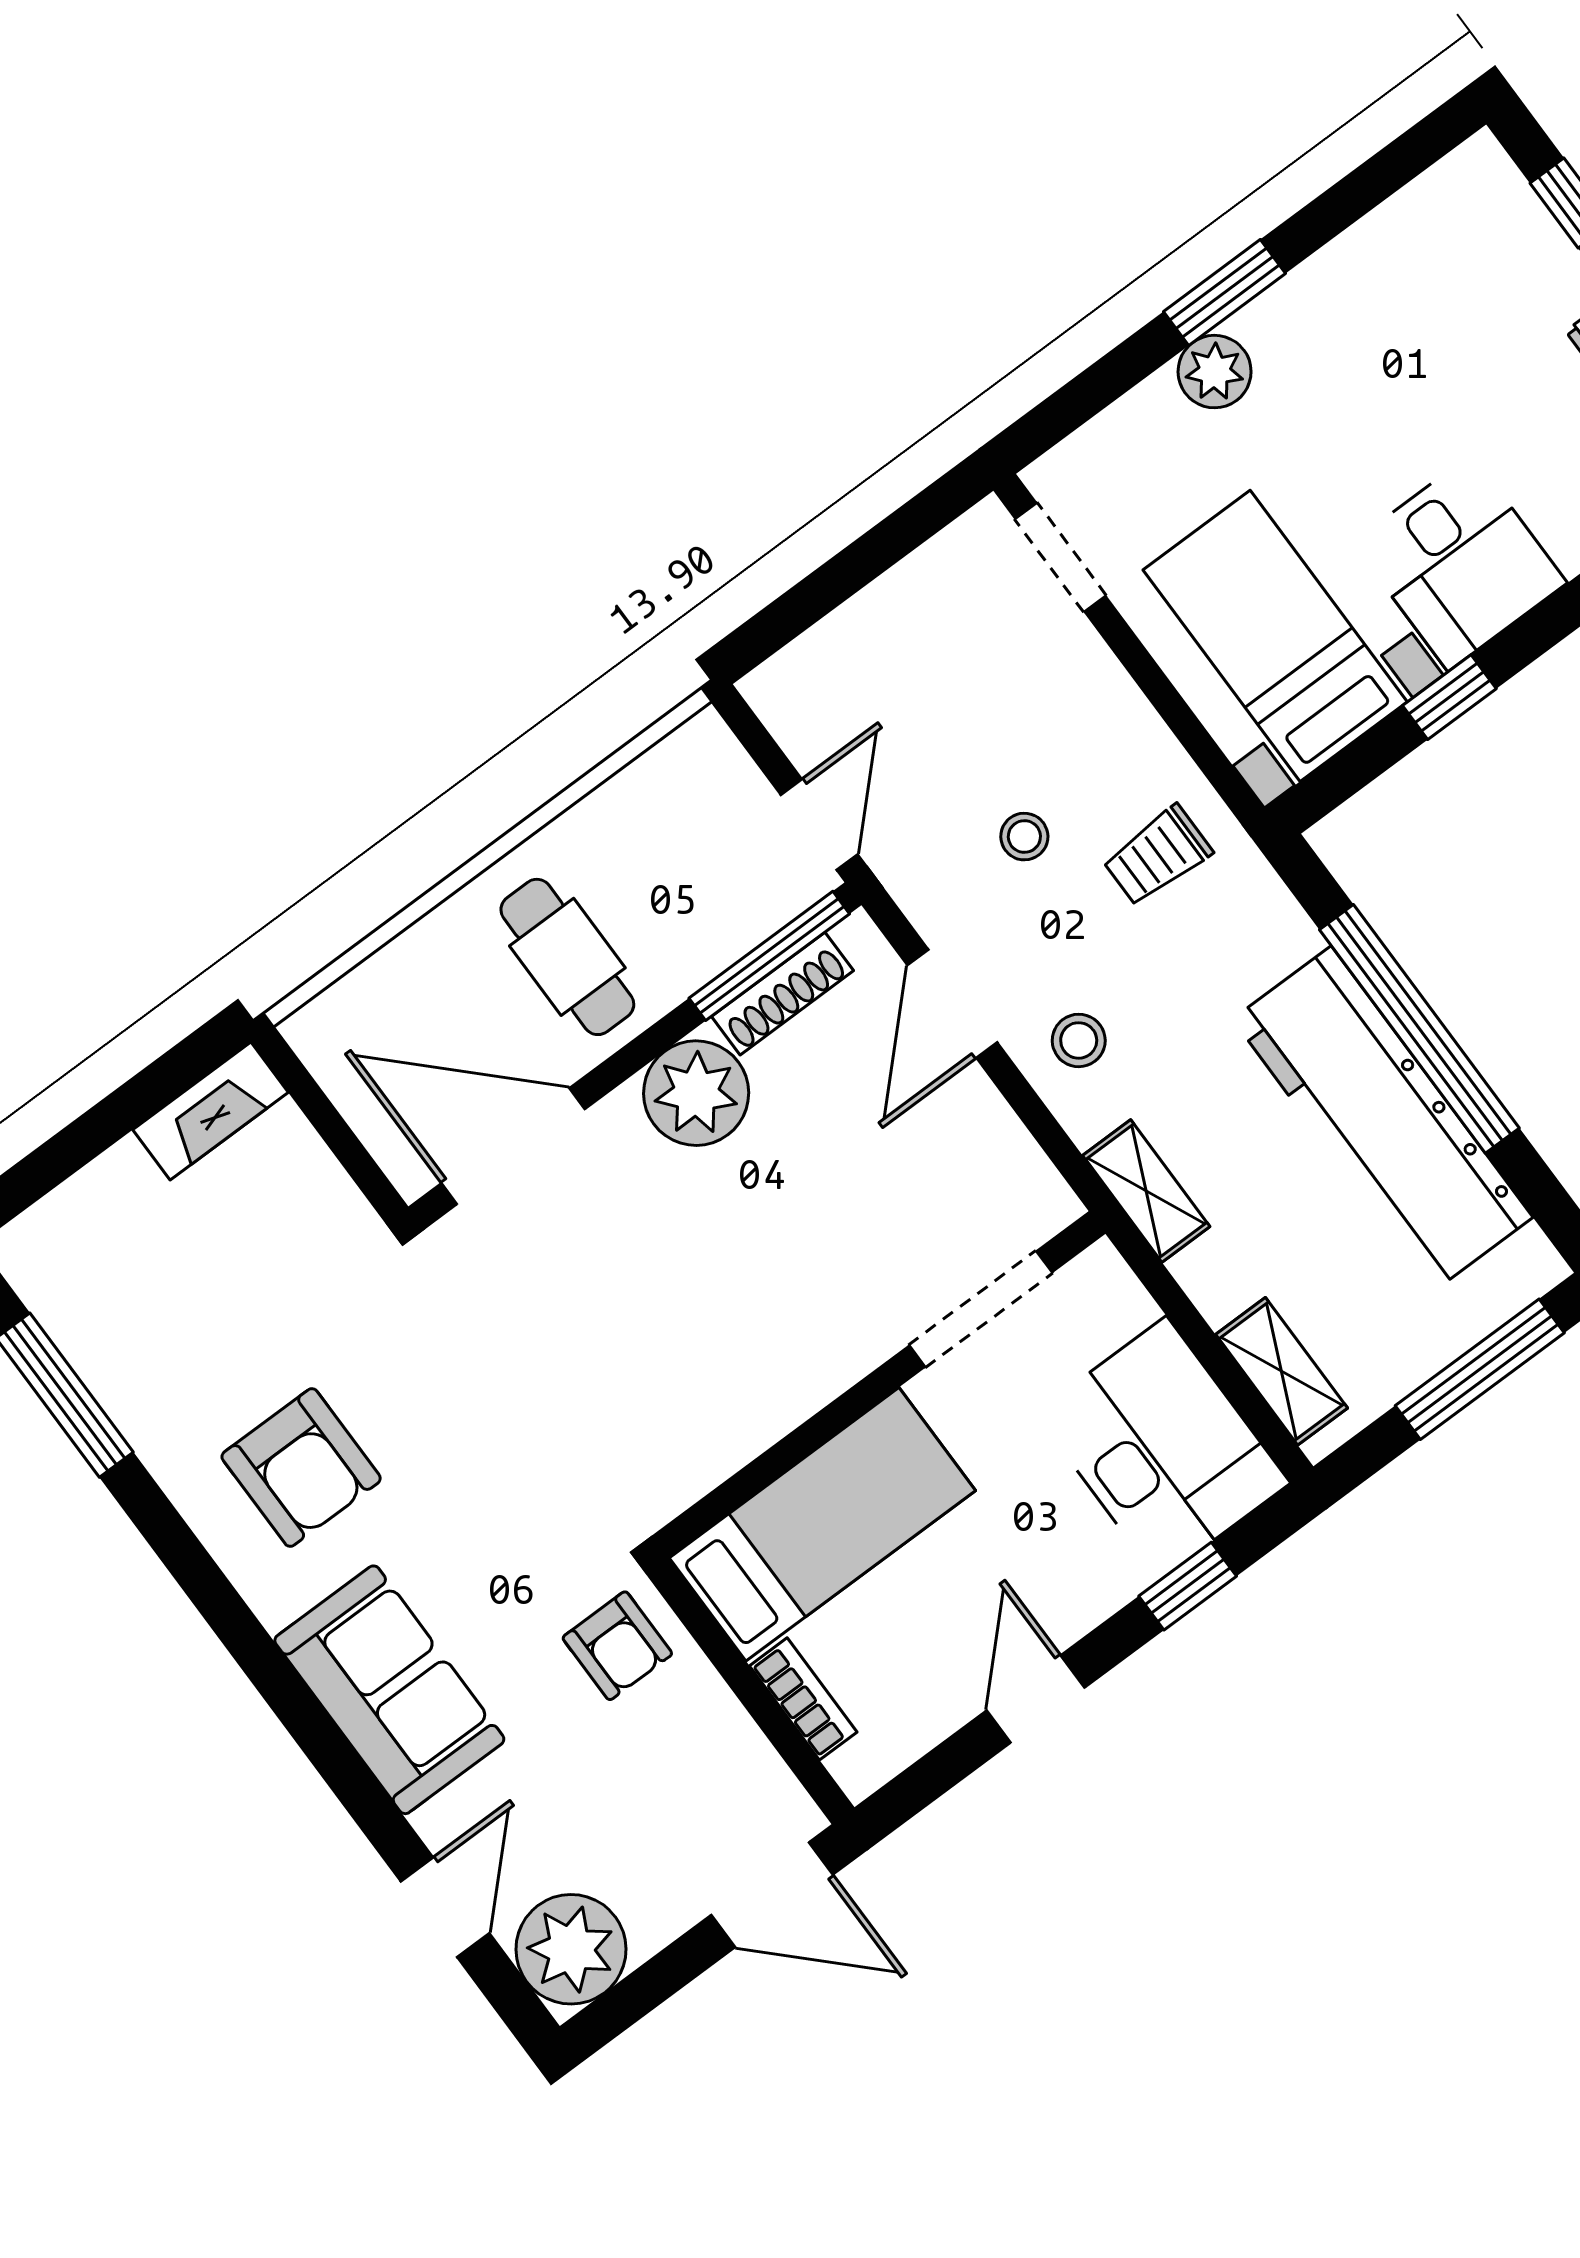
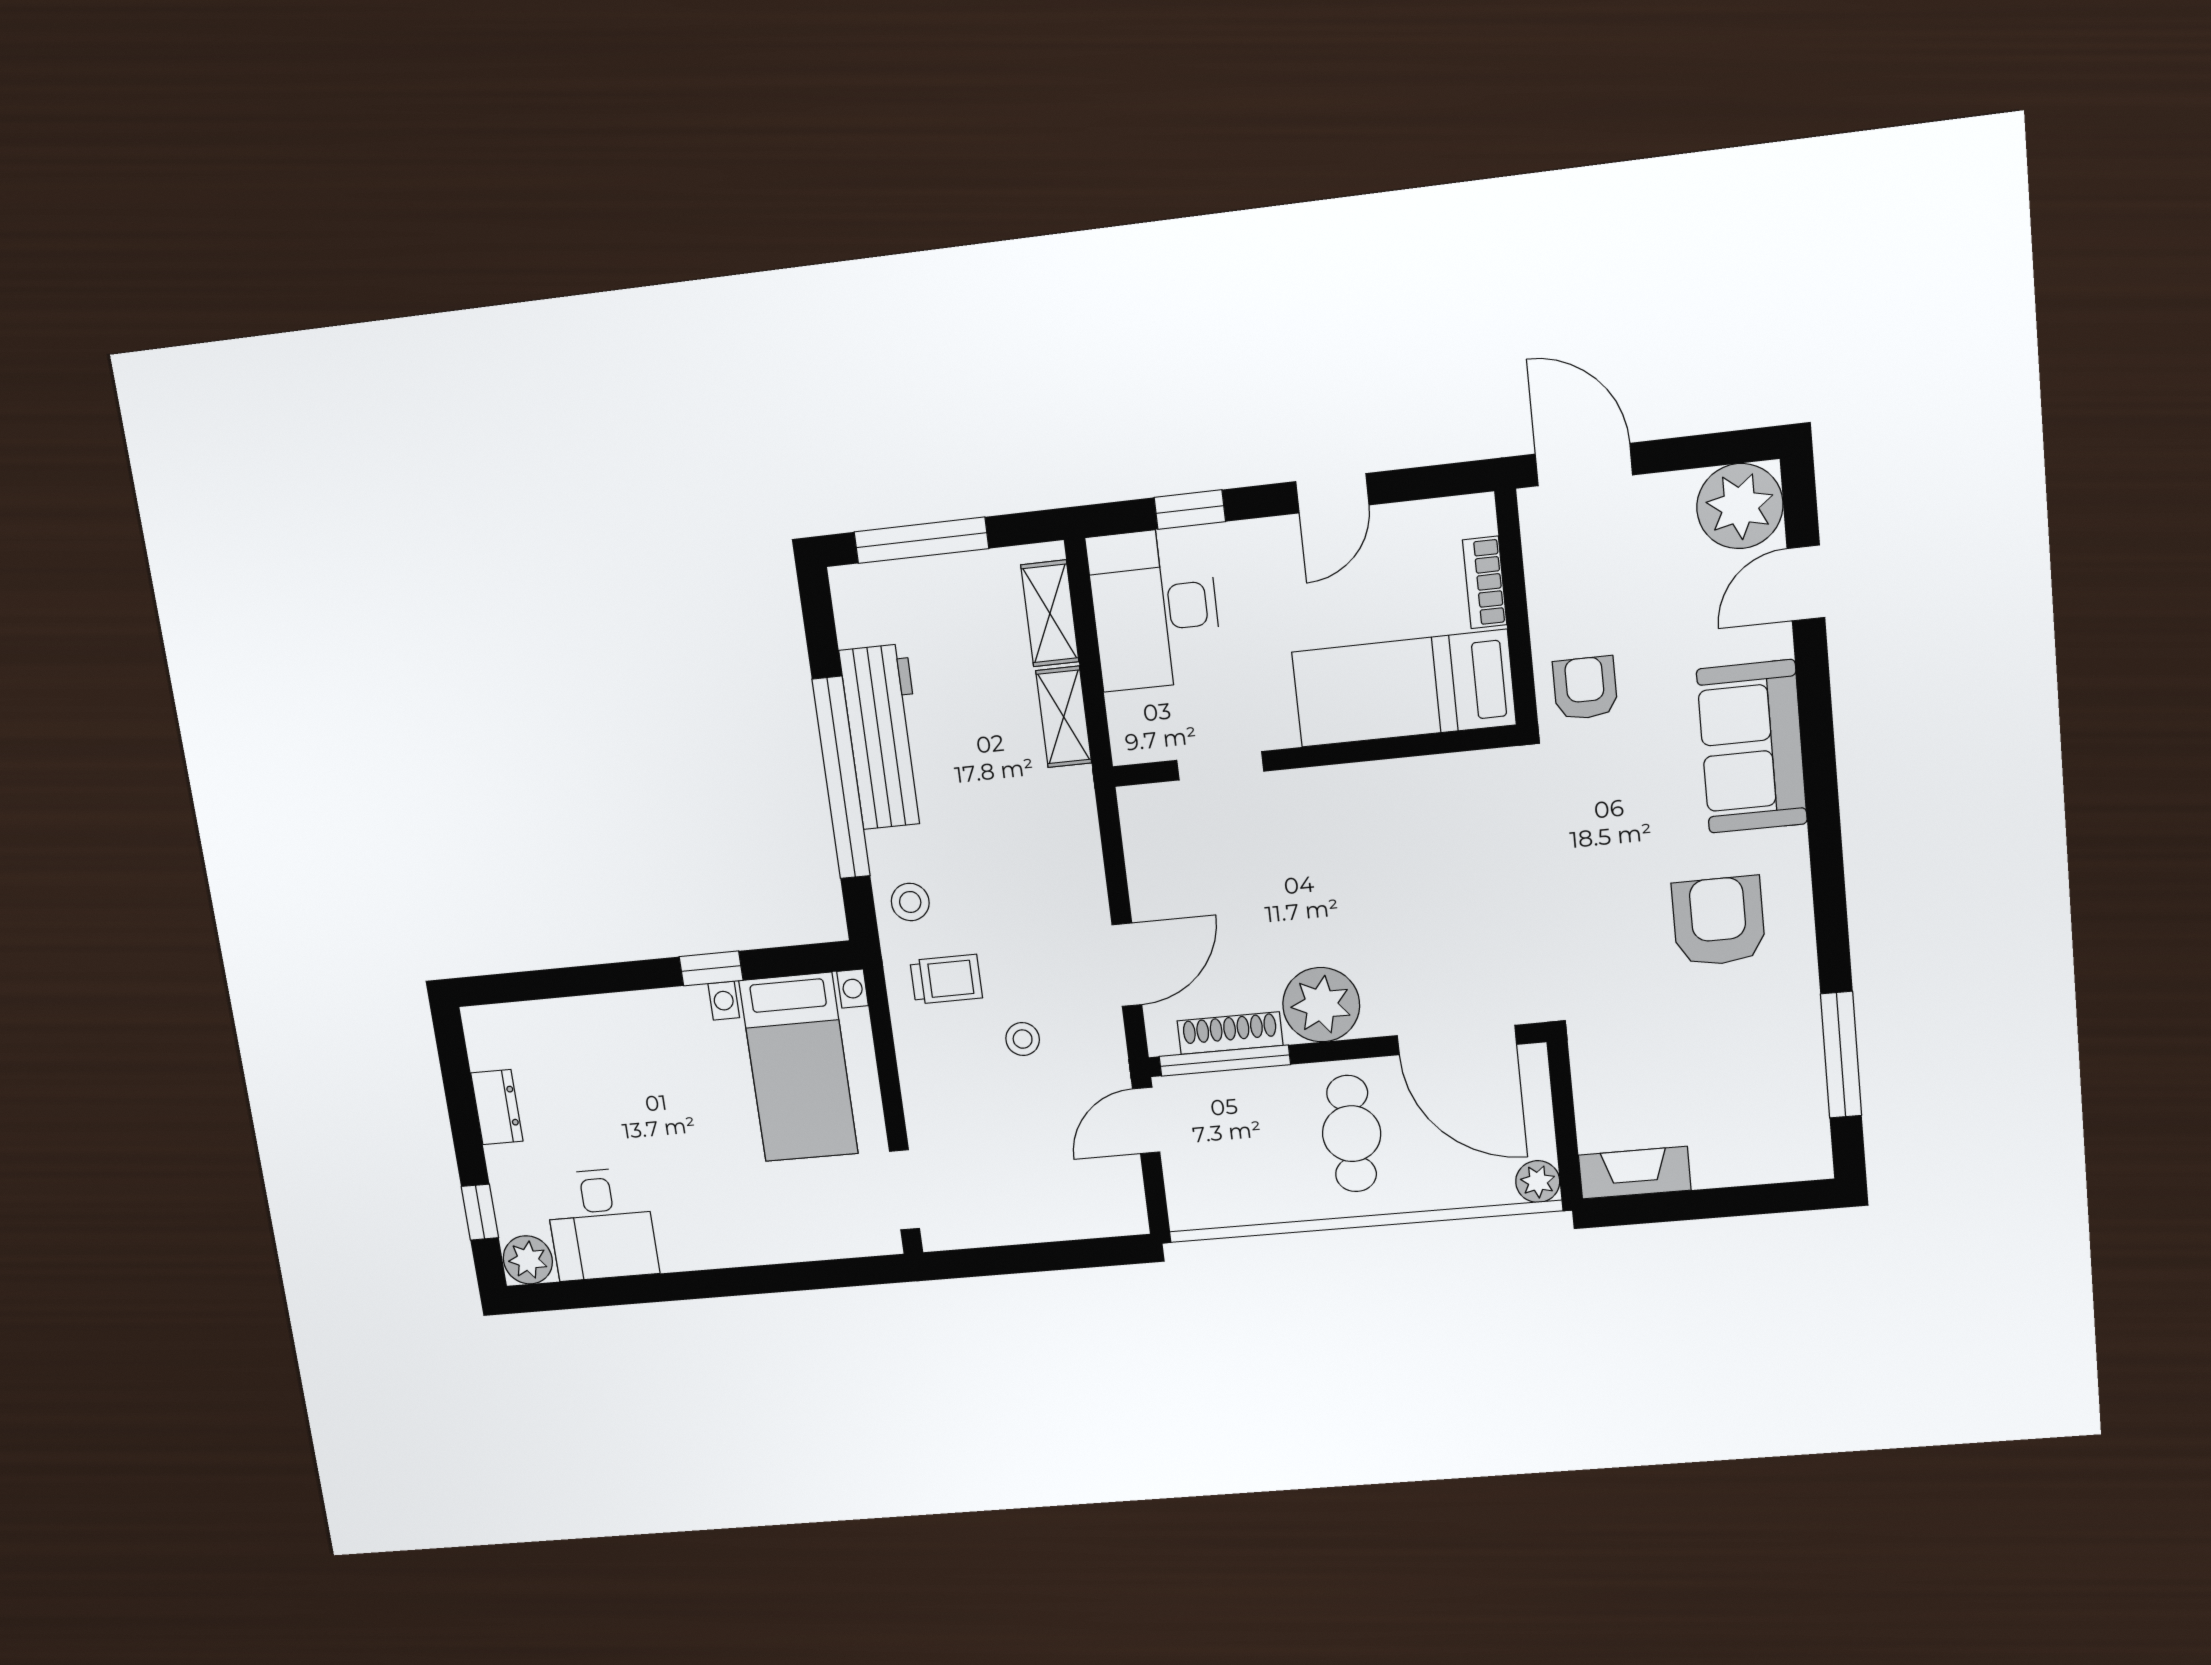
window: (1225, 292) -> (717, 1283), removed
plant: (1215, 372) -> (528, 1260), moved
desk: (1460, 563) -> (601, 1224), moved, turned 180
plant: (315, 1031) -> (1538, 1182), added
stool: (1079, 1040) -> (910, 902), moved
workbench: (1383, 1118) -> (885, 737), width x0.73, depth x0.76
shelving: (1146, 1191) -> (1064, 717), moved
doorway: (981, 1309) -> (1220, 766), width x0.73

